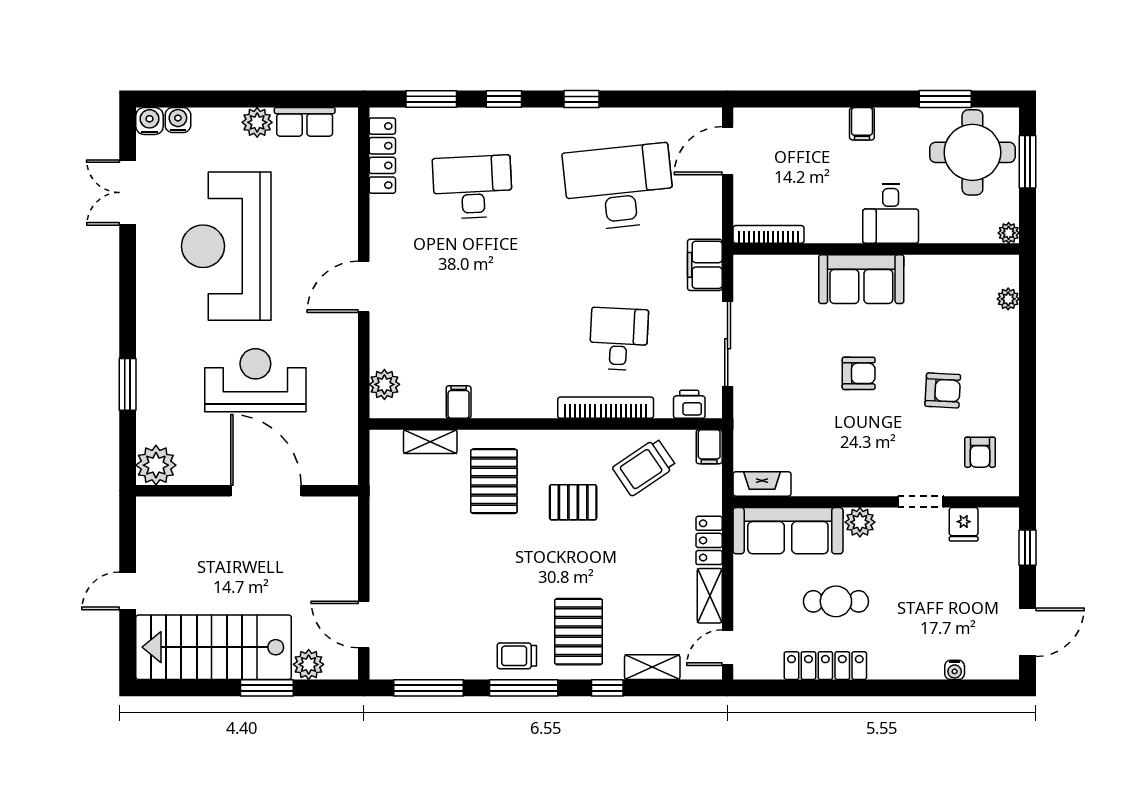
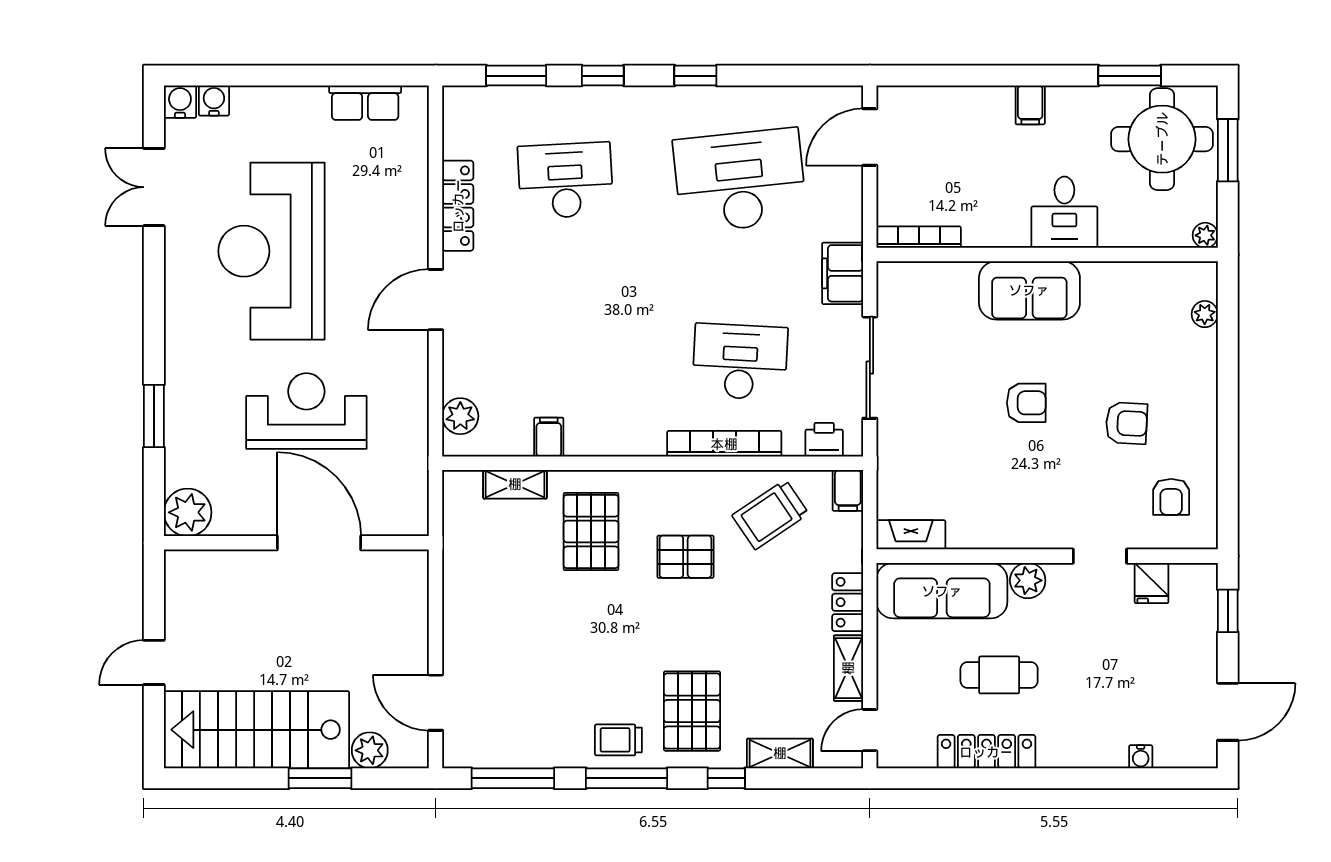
plant: (257, 122) -> (308, 103), removed
locker: (382, 156) -> (458, 206), moved
desk: (619, 339) -> (740, 362), width x1.37

